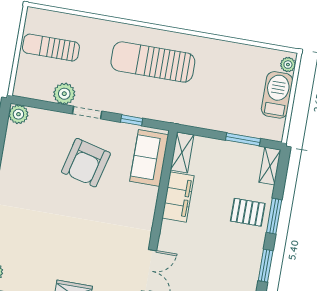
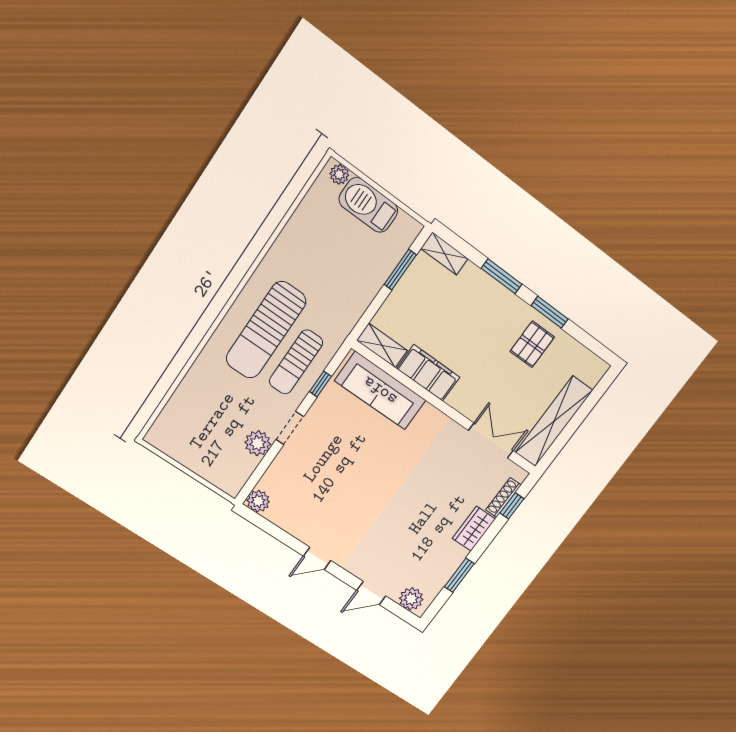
sun lounger: (51, 48) -> (296, 362), moved
sofa: (149, 158) -> (380, 391), width x1.36
armchair: (86, 163) -> (344, 454), removed
pallet: (248, 212) -> (532, 344), moved

